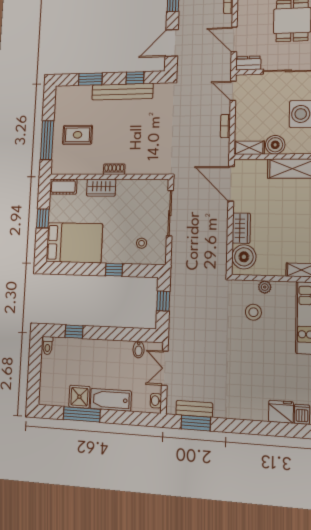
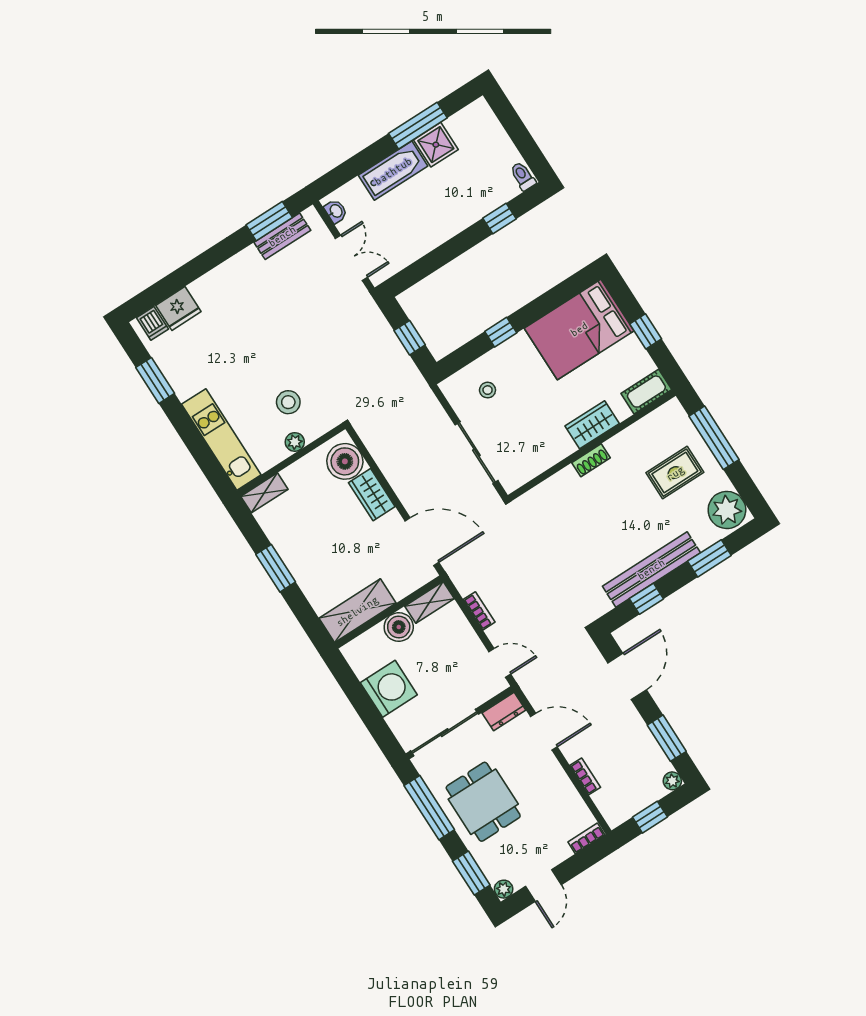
plant: (66, 99) -> (727, 510), added
bidet: (139, 350) -> (400, 256), removed

